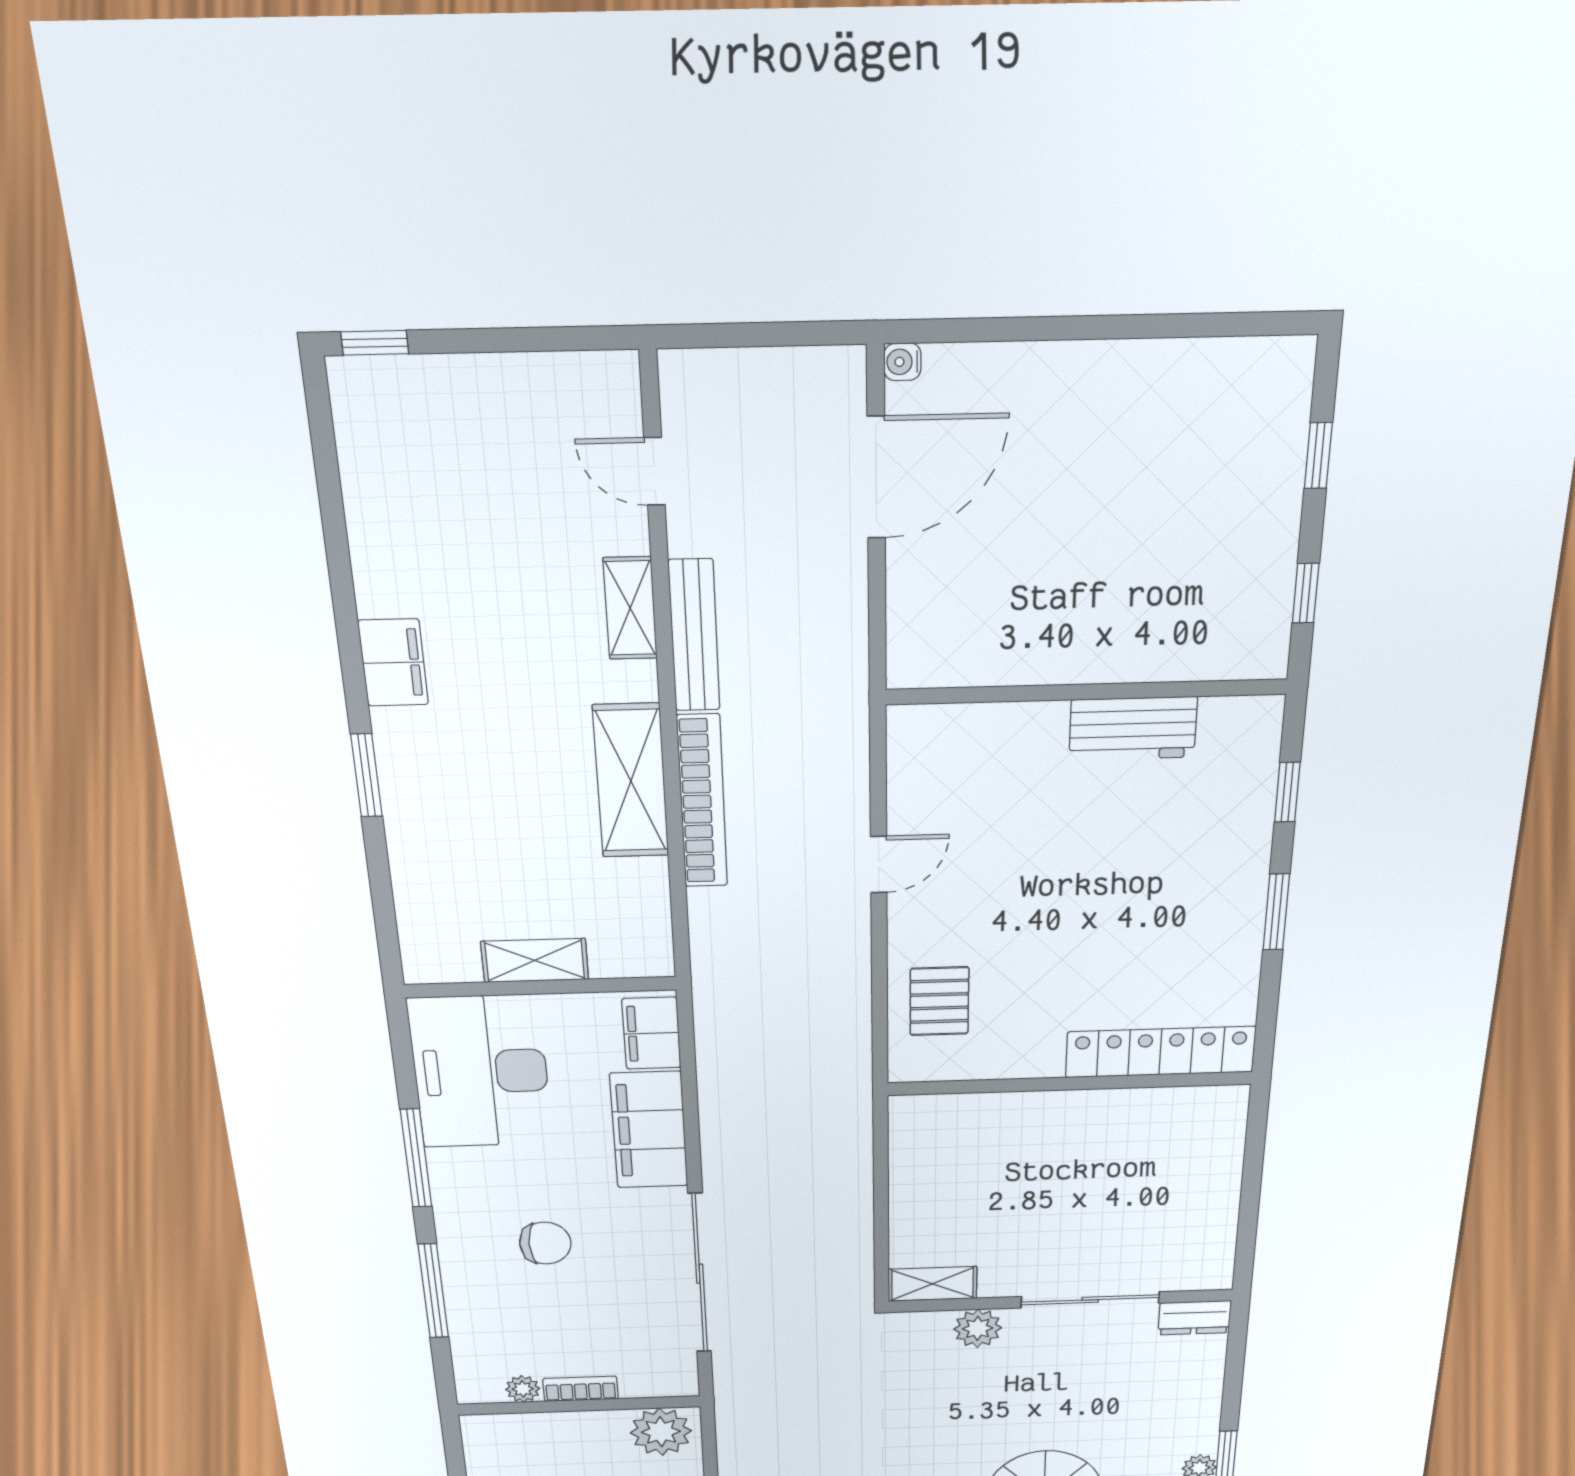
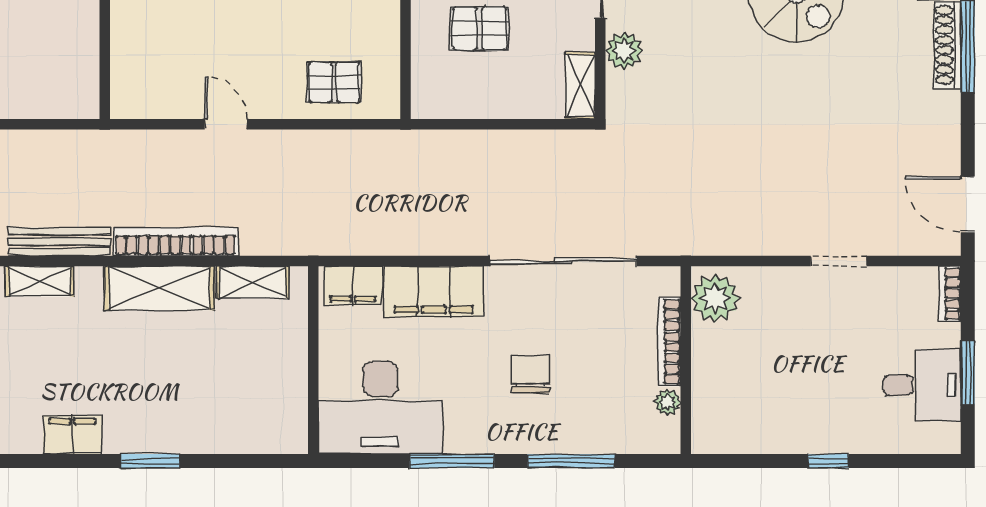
shelving: (535, 960) -> (253, 282), moved, turned 90
pallet: (1011, 1171) -> (480, 28), added
bookcase: (581, 1389) -> (669, 342), width x1.56

